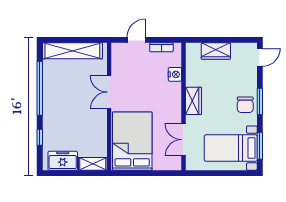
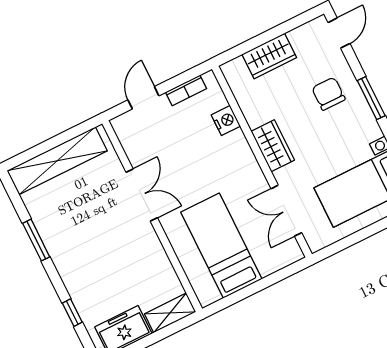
window: (40, 88) -> (36, 240), width x0.47
double door: (109, 92) -> (142, 195), swing flipped
chair: (245, 105) -> (328, 94), moved, turned 180
bed: (132, 141) -> (221, 246), width x0.67

